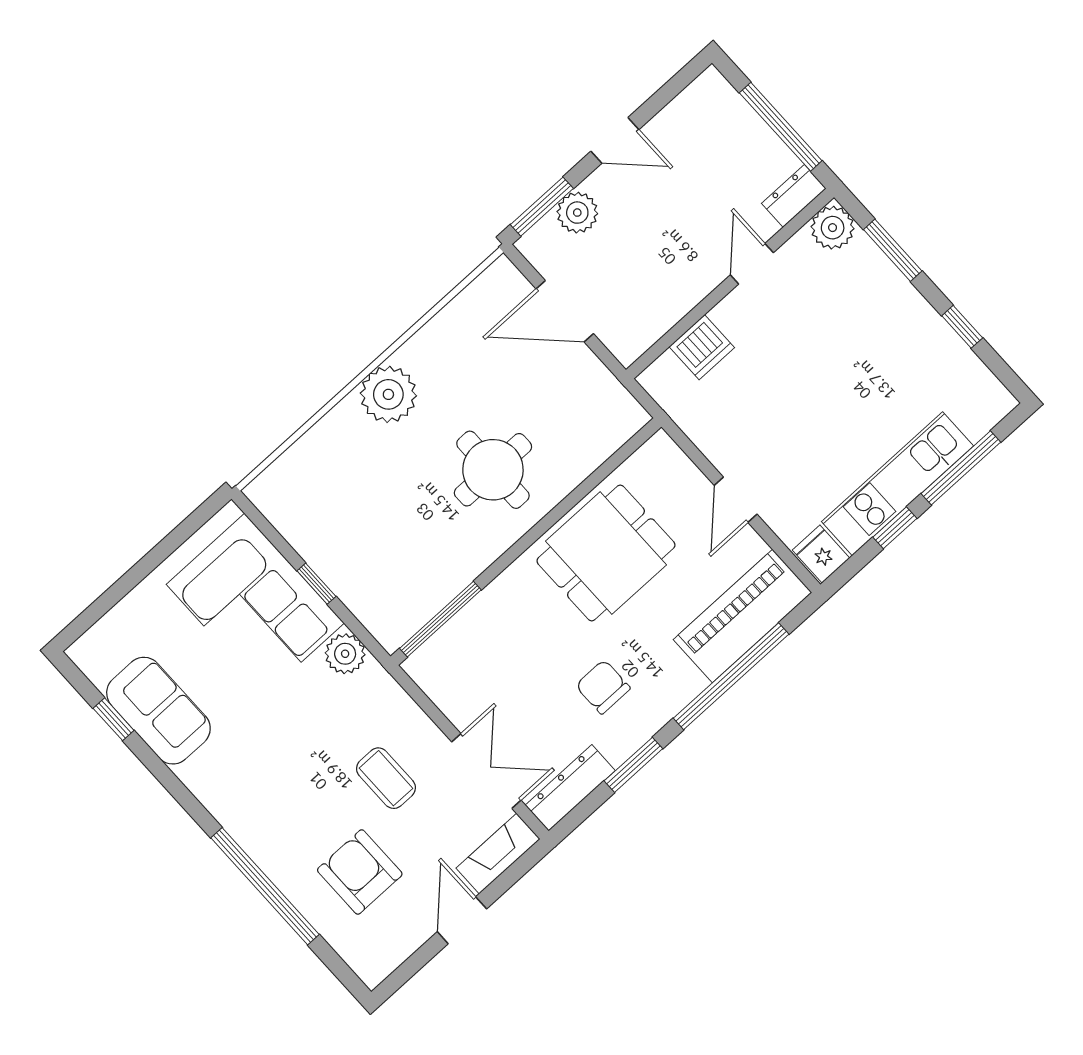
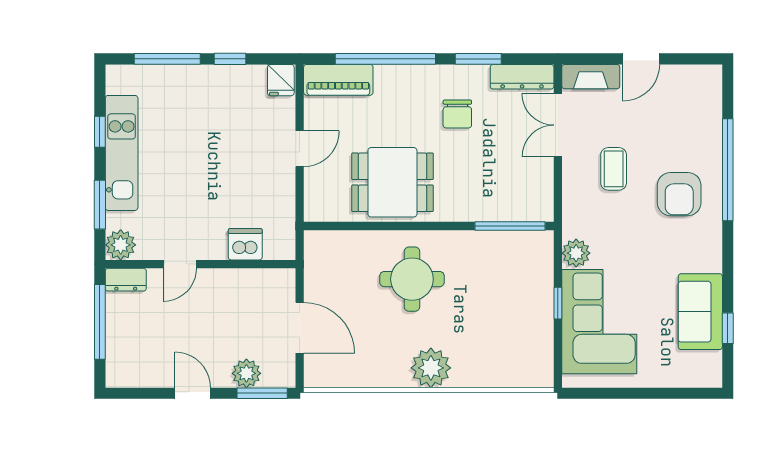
kitchen unit: (897, 484) -> (122, 153), moved, turned -90
piano: (743, 616) -> (338, 80), width x0.73, depth x0.75
armchair: (360, 872) -> (679, 194), moved

